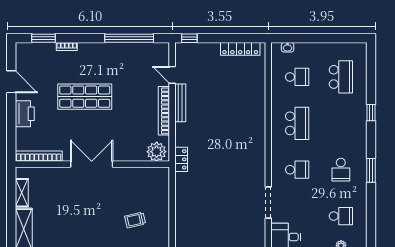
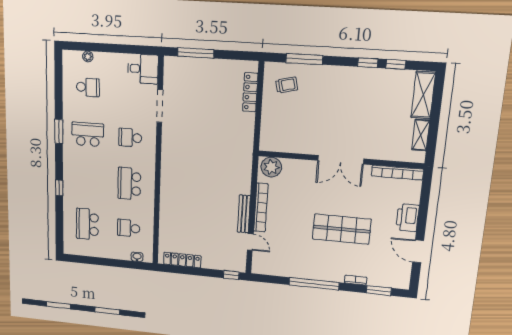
window: (129, 38) -> (314, 284), moved
locker: (181, 159) -> (250, 92), moved, width x1.53
school desk: (341, 170) -> (88, 134), width x1.85
school desk: (341, 216) -> (88, 87), turned 180
trolley: (135, 220) -> (287, 85), moved

